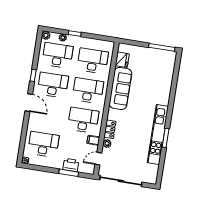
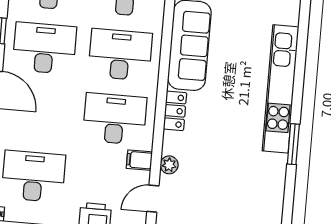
locker: (110, 129) -> (175, 111), moved
kitchen unit: (158, 134) -> (281, 89), moved

